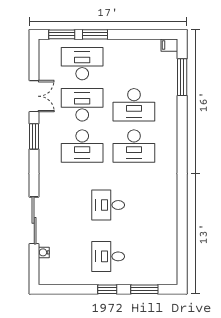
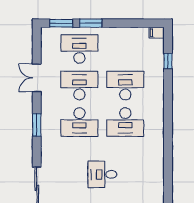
window: (182, 77) -> (168, 61), width x0.46
double door: (34, 96) -> (37, 78), swing flipped
desk: (134, 105) -> (125, 86), turned 180
window: (34, 136) -> (37, 125), moved

